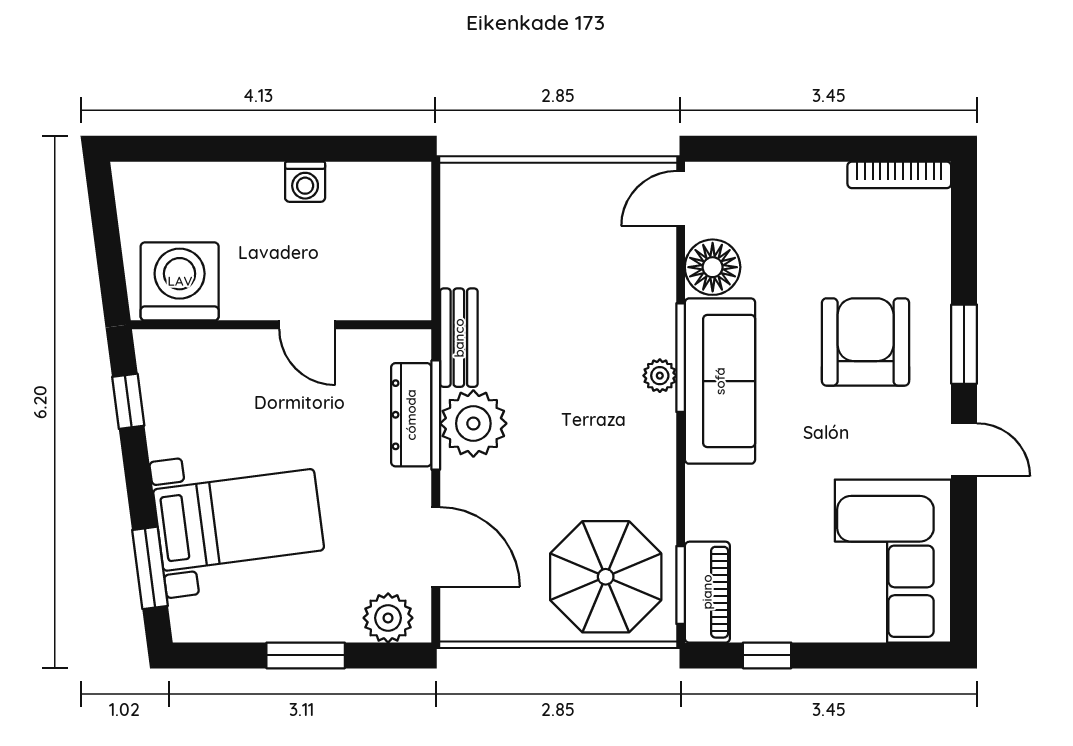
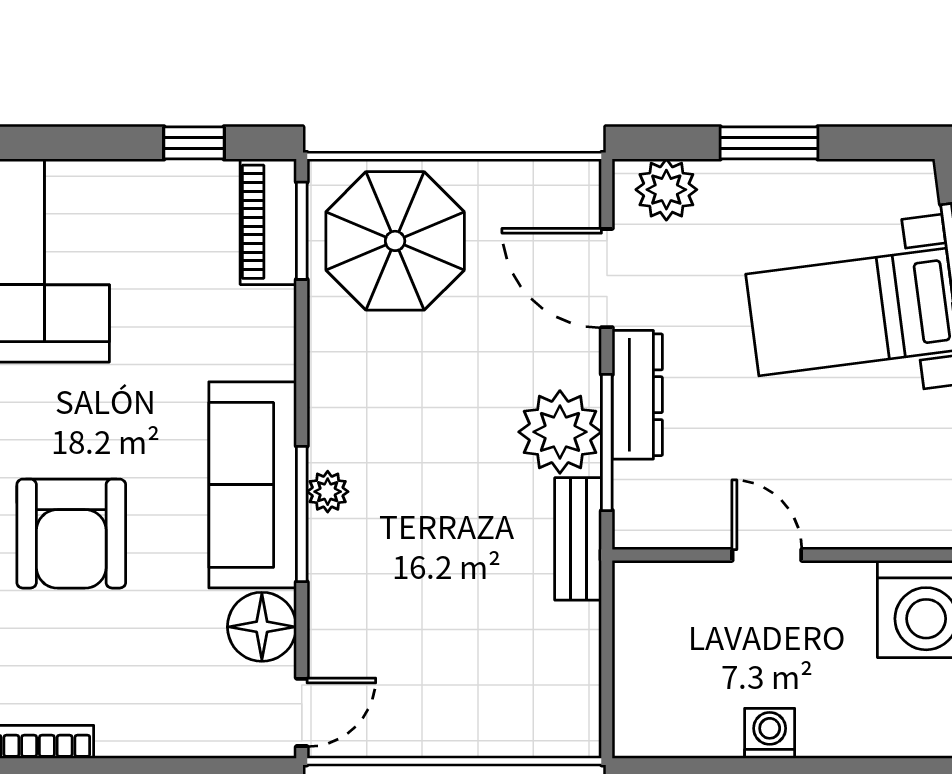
dresser: (411, 415) -> (637, 395), moved

